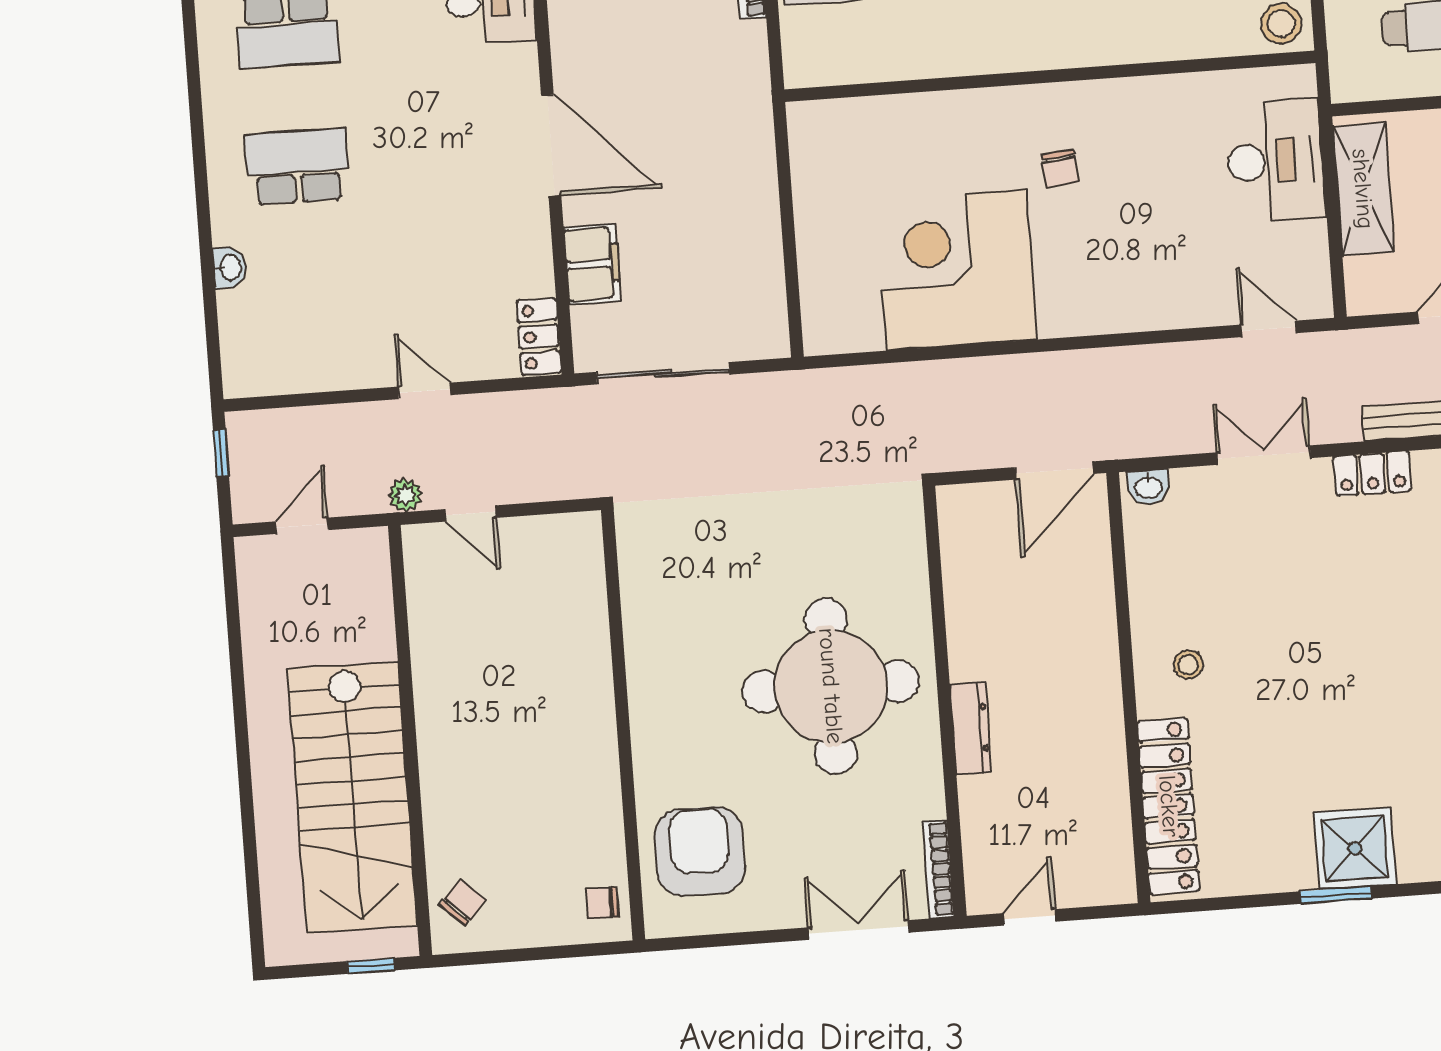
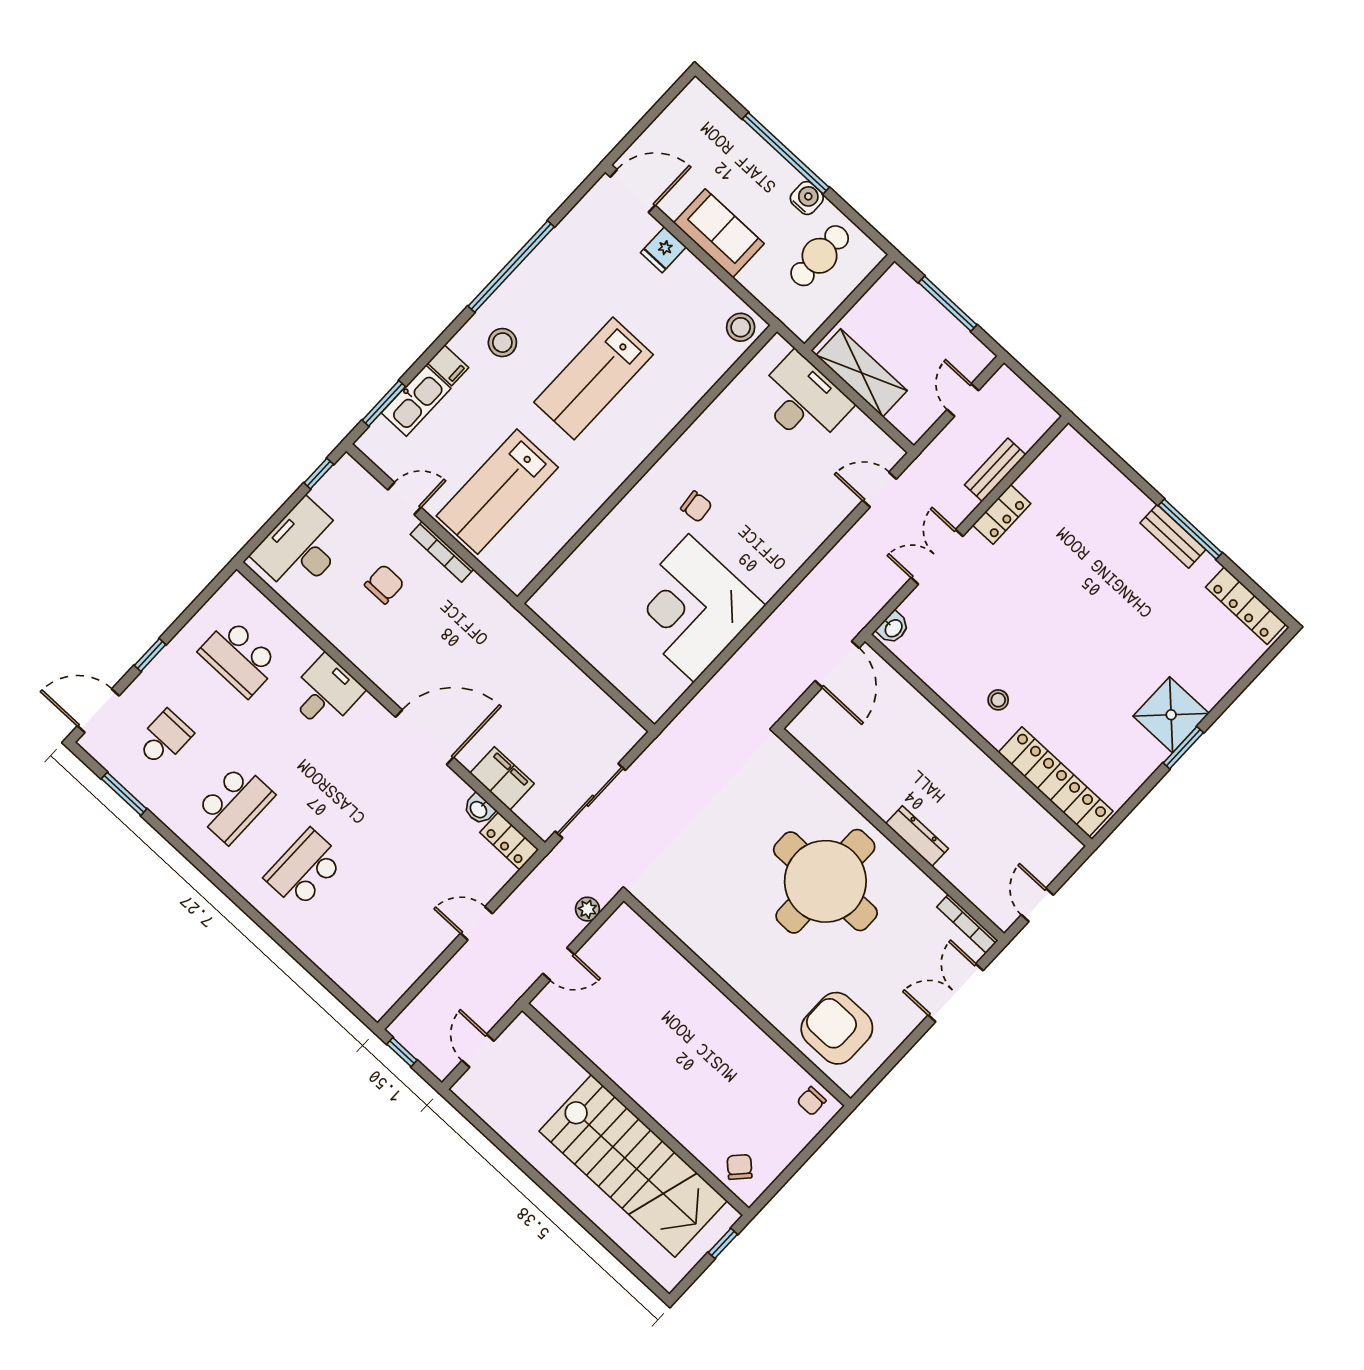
washbasin: (230, 267) -> (479, 809), moved, turned 180
plant: (405, 495) -> (587, 909), moved

